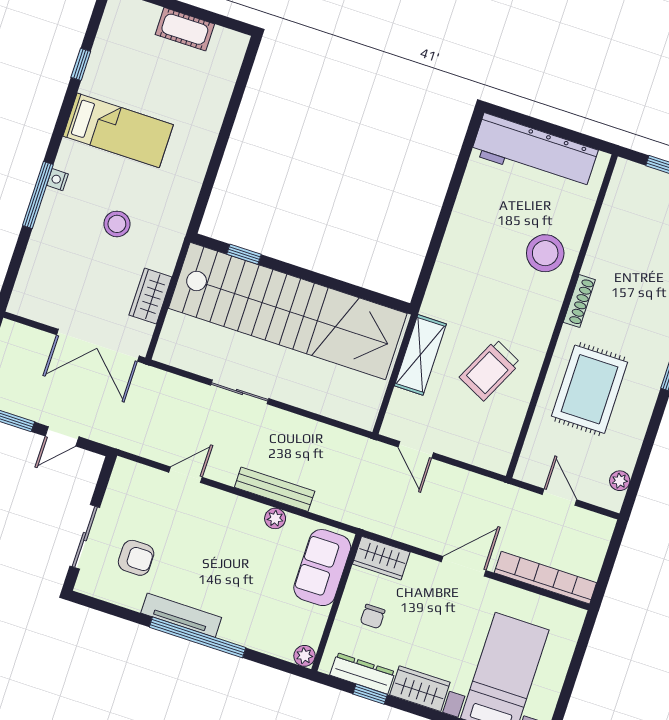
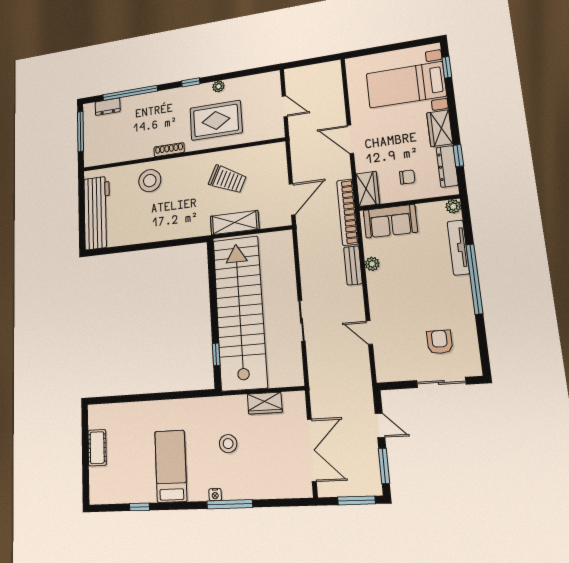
double door: (98, 345) -> (312, 450), moved
door: (416, 450) -> (292, 199), width x1.38
plant: (620, 481) -> (218, 86), moved
bench: (275, 489) -> (353, 265), width x0.73
door: (560, 497) -> (285, 106), swing flipped
bookcase: (545, 578) -> (348, 212), moved
tv unit: (181, 615) -> (458, 248), moved

